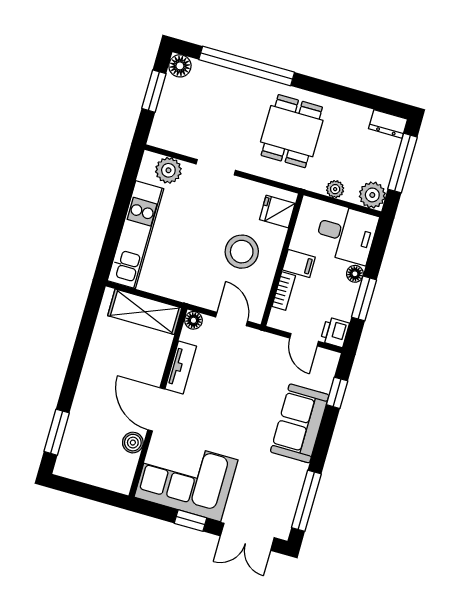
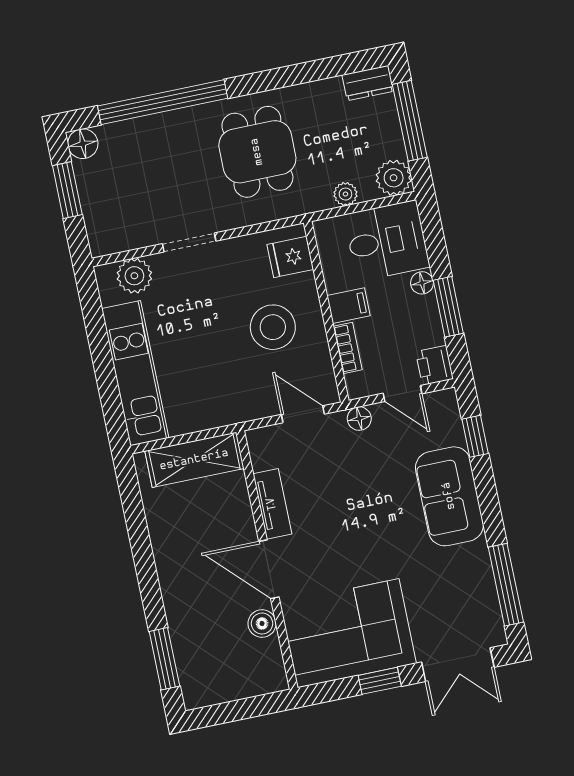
floor lamp: (193, 320) -> (359, 419), moved

